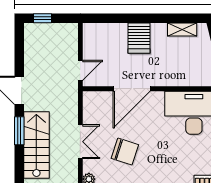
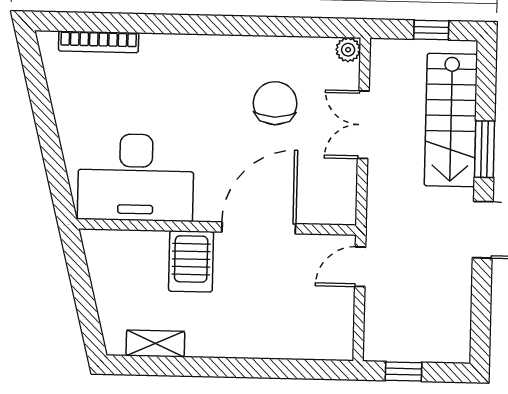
window: (42, 18) -> (404, 371), moved
server rack: (139, 38) -> (191, 261), moved, turned 180
chair: (125, 151) -> (275, 103), turned 72

